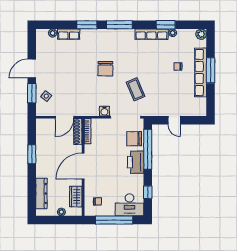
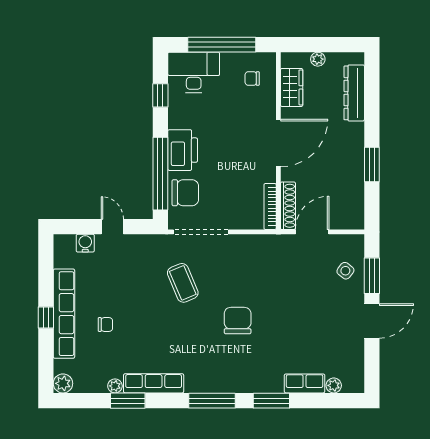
window: (211, 70) -> (46, 317), width x0.46
water cooler: (104, 111) -> (85, 243), moved

